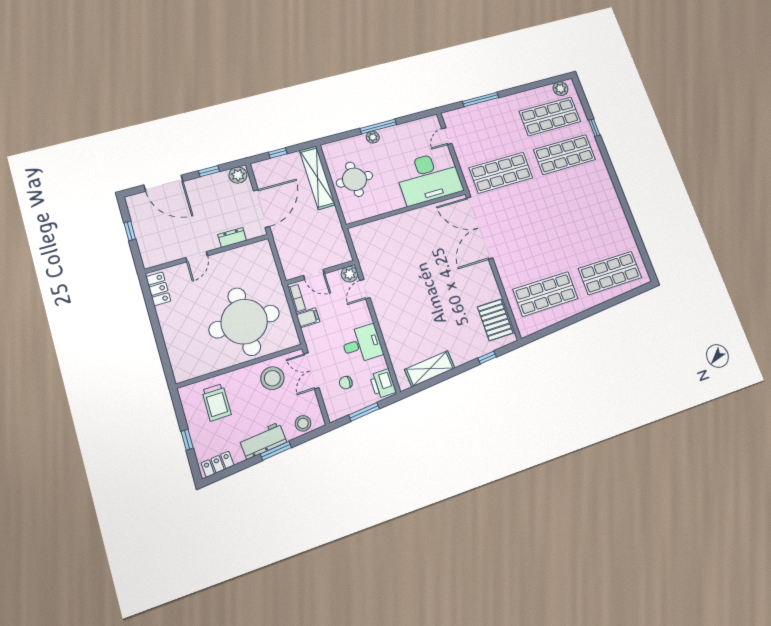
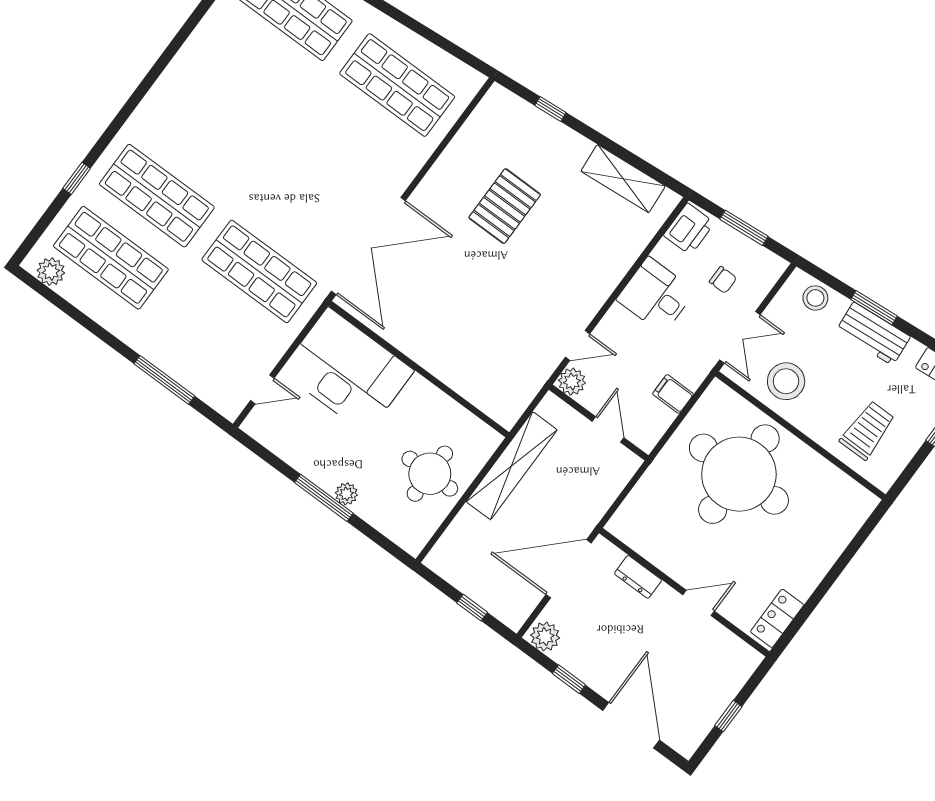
shelving: (317, 177) -> (512, 466), moved
bookcase: (297, 298) -> (658, 428), removed
pallet: (495, 320) -> (505, 206), moved

